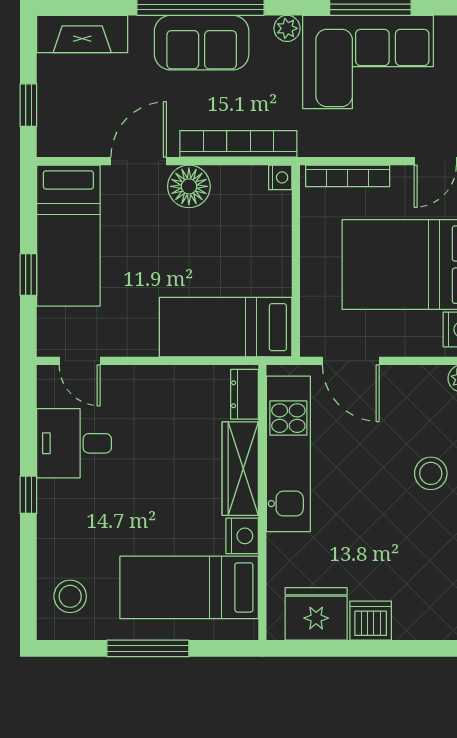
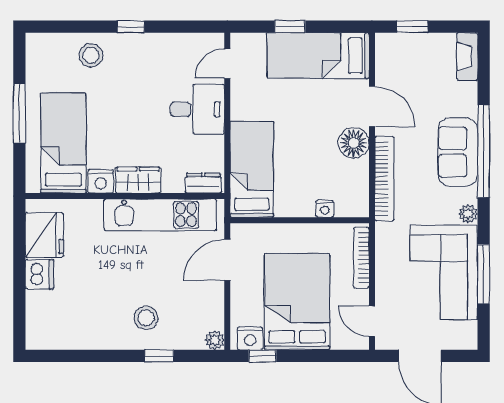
fireplace: (82, 34) -> (467, 57), width x0.73, depth x0.76
nightstand: (280, 177) -> (325, 209), moved
desk: (74, 443) -> (197, 109), moved, turned 90
wardrobe: (240, 469) -> (138, 180), width x0.67
stool: (70, 596) -> (91, 55), moved

